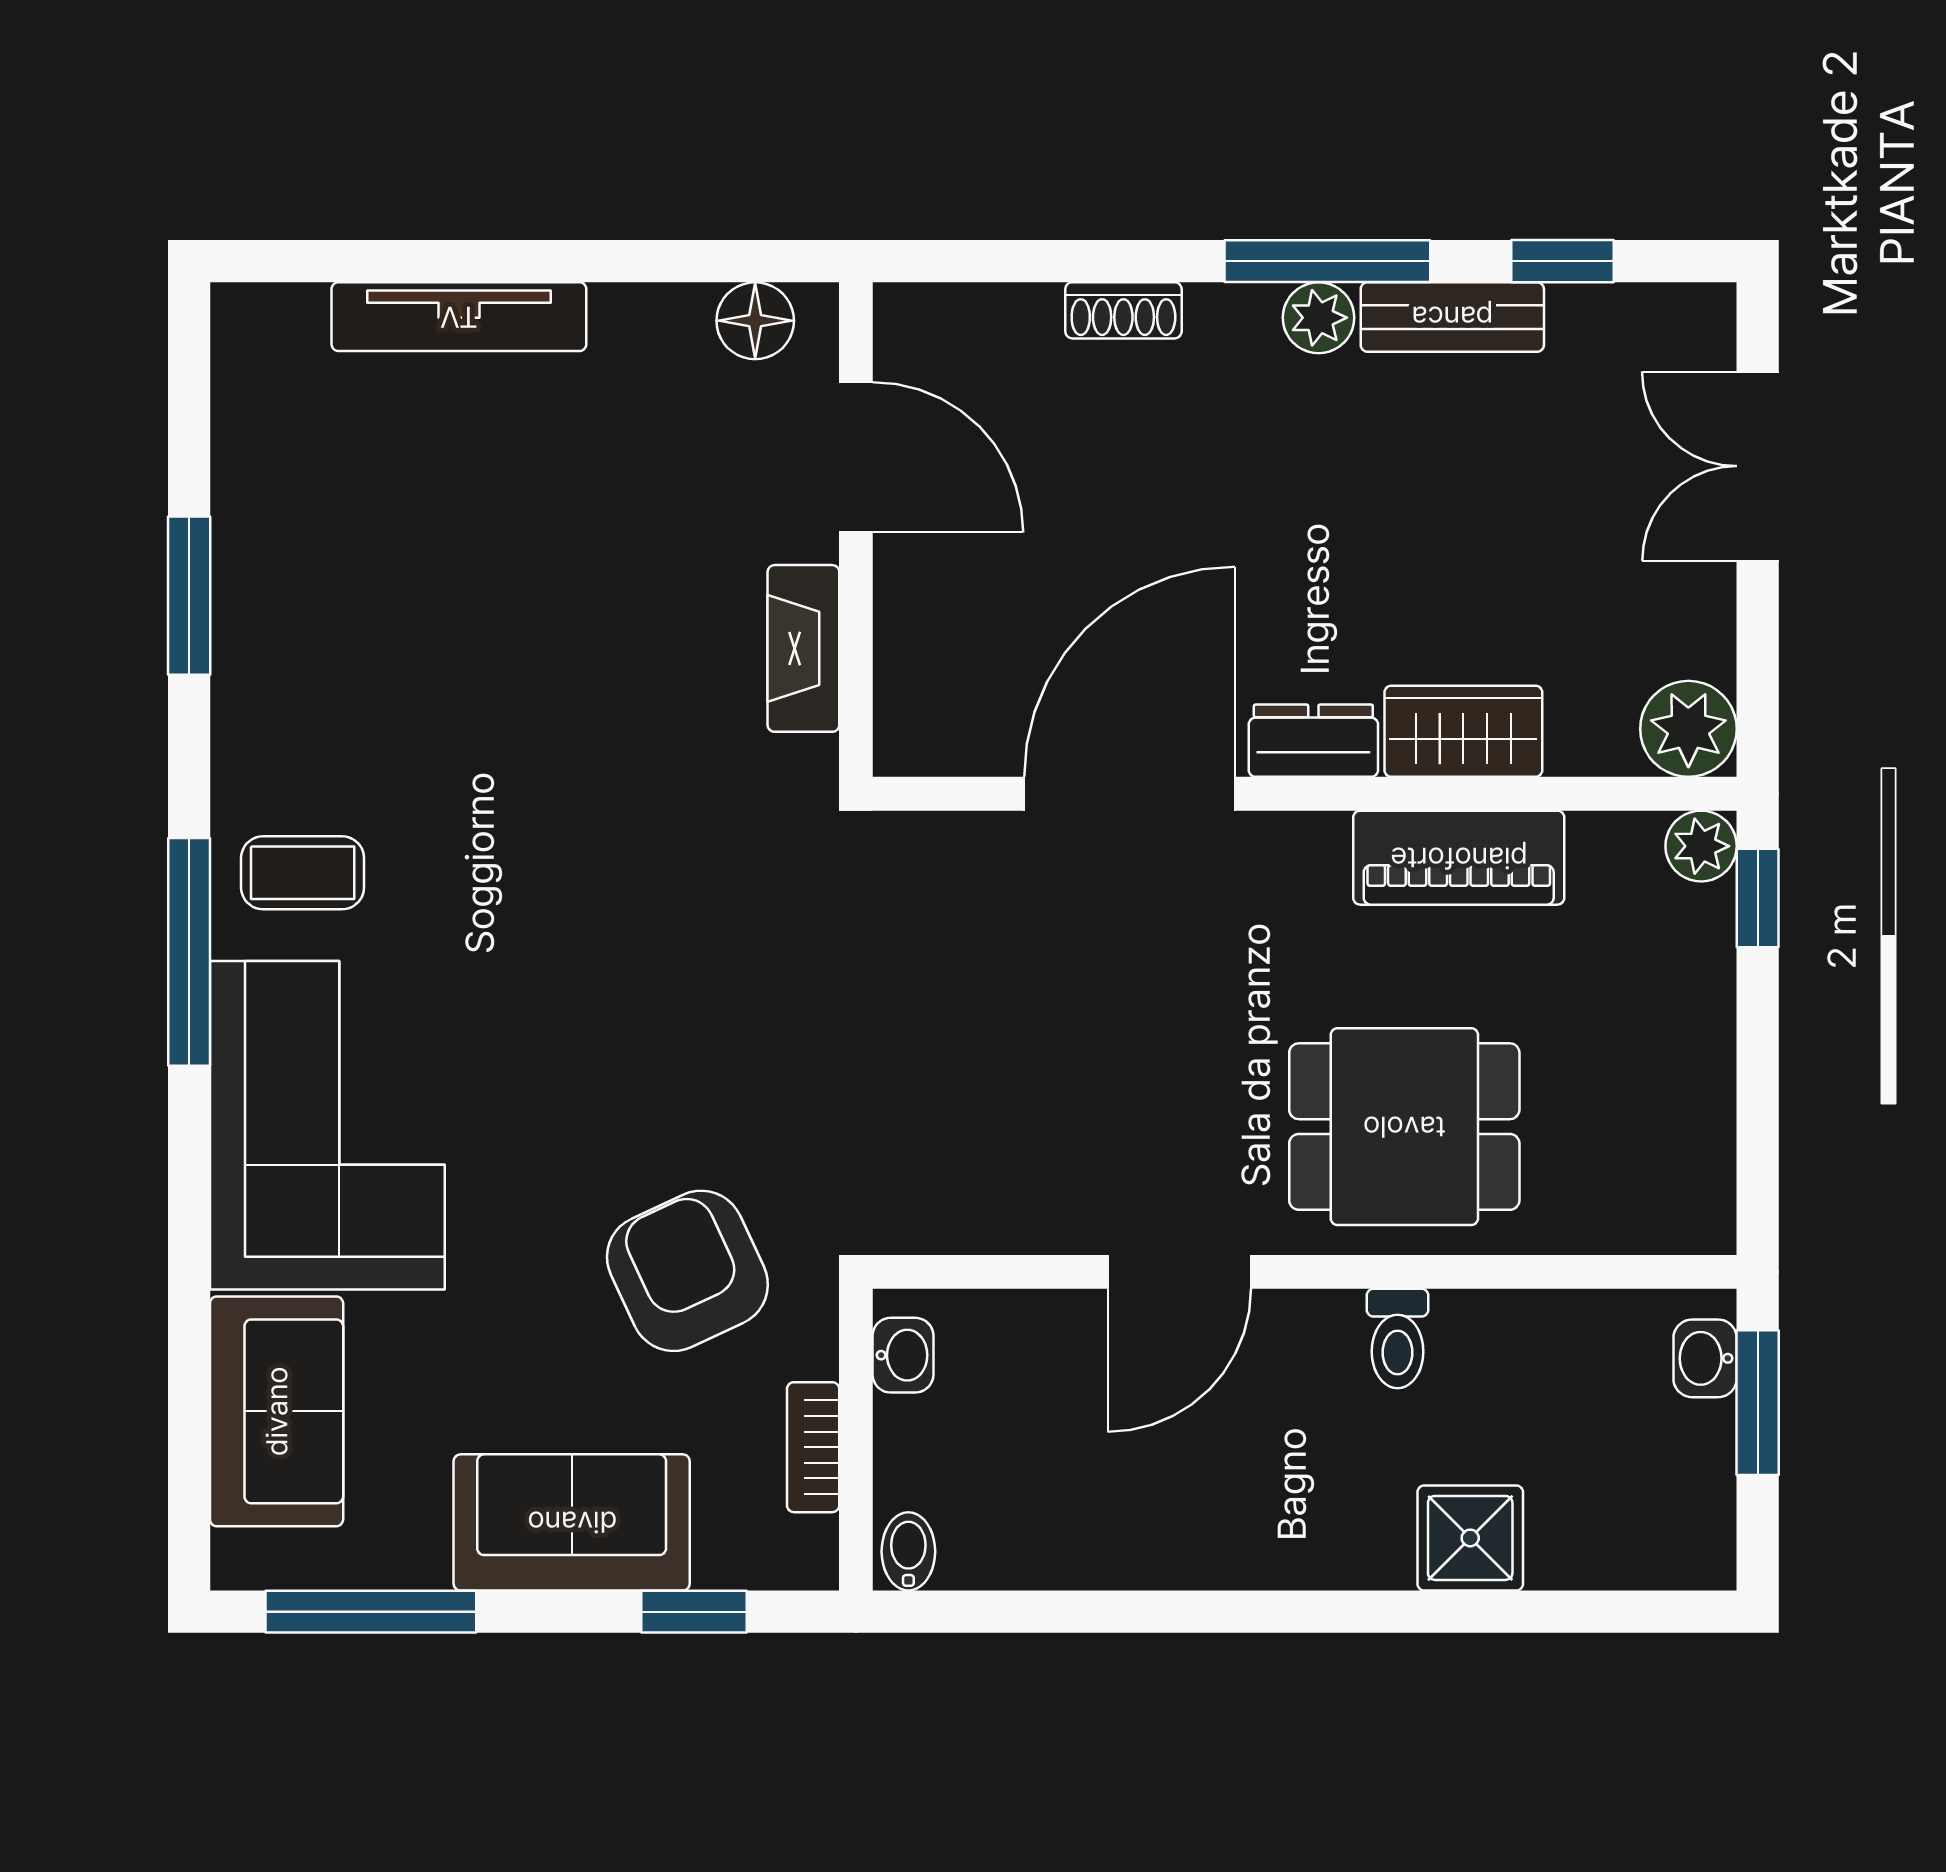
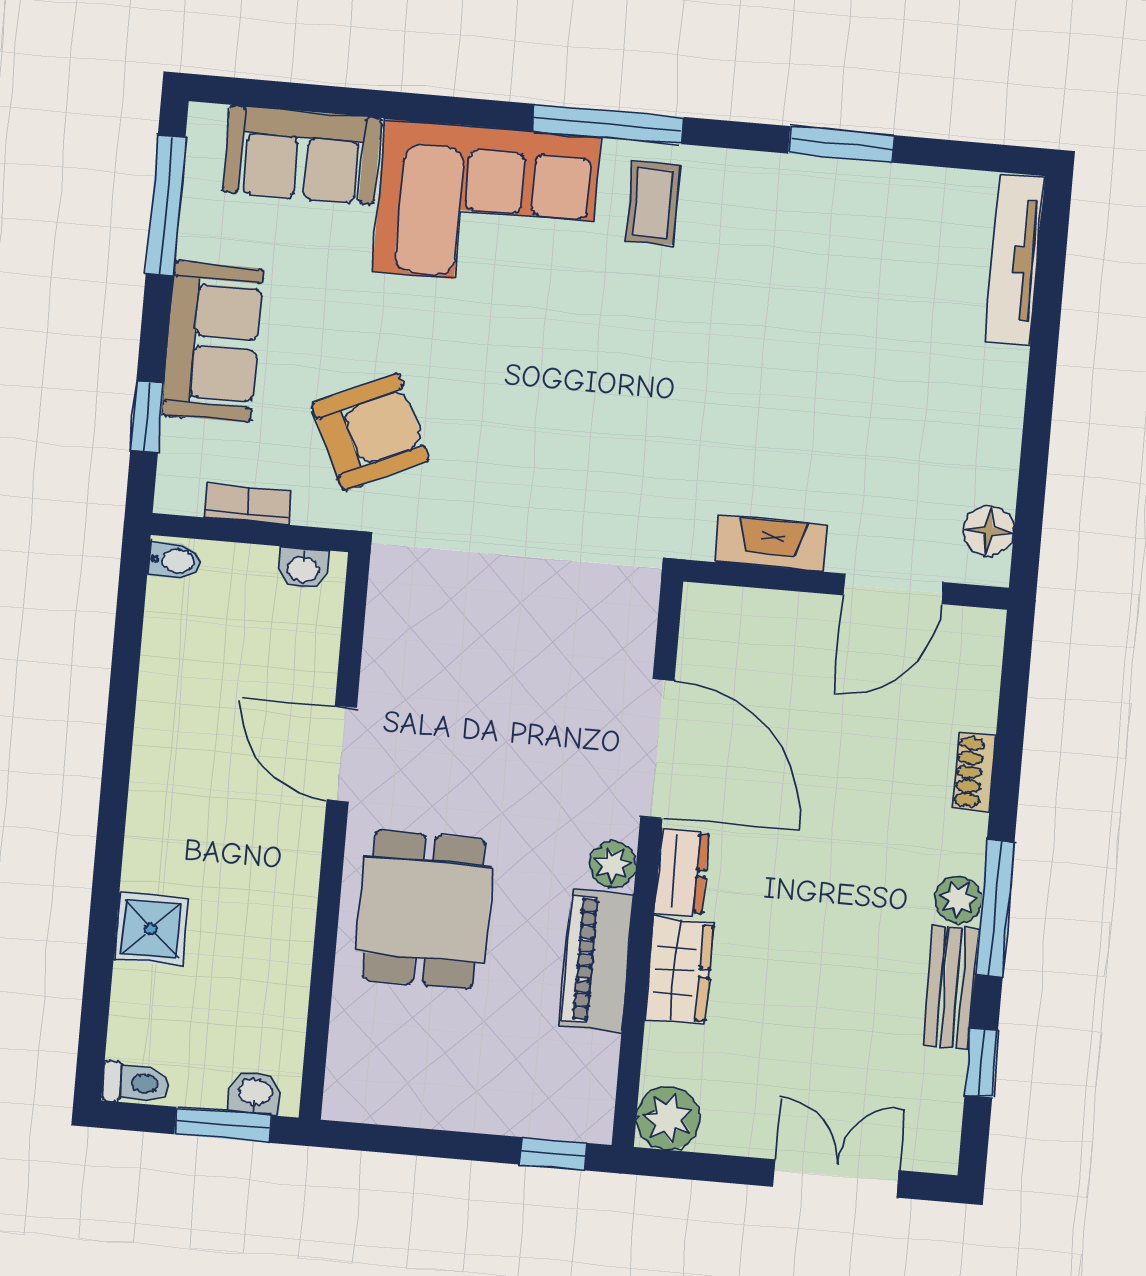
tv unit: (459, 317) -> (1015, 259), moved
plant: (1701, 846) -> (613, 865), moved
toilet: (1398, 1339) -> (136, 1083), moved, turned 180

